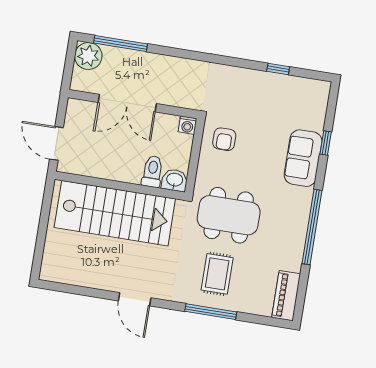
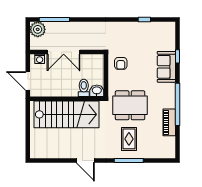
washing machine: (188, 125) -> (40, 59), moved
piano: (286, 296) -> (169, 122), moved

